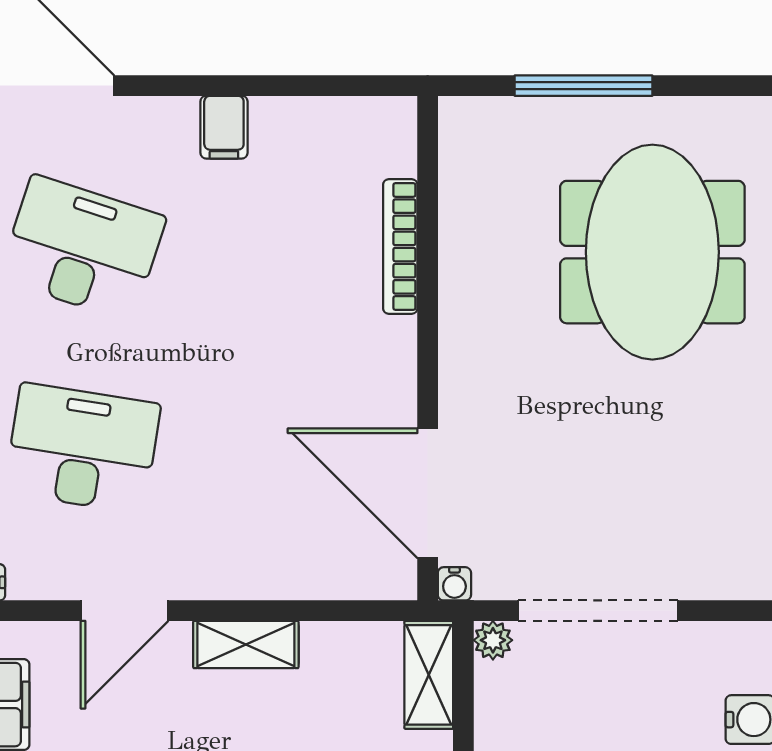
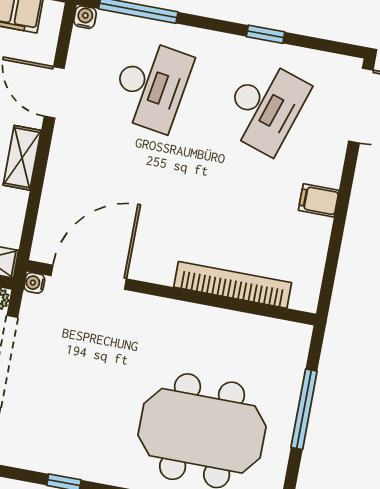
bookcase: (400, 246) -> (233, 285), width x1.48, depth x1.31

